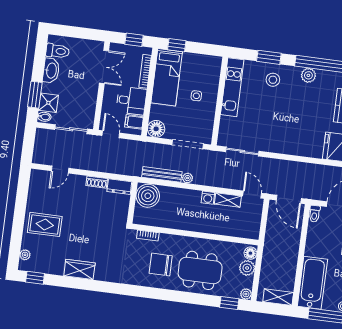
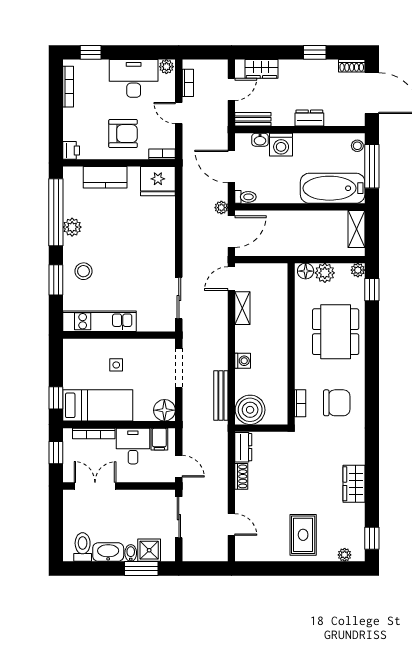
bidet: (44, 117) -> (131, 553), moved
door: (111, 134) -> (179, 466), swing flipped
plant: (188, 178) -> (221, 208), moved
washing machine: (208, 198) -> (243, 361), moved
chair: (161, 265) -> (337, 403), moved, turned -90

